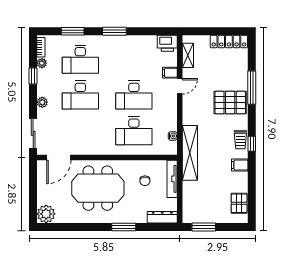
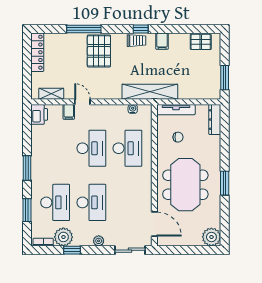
plant: (42, 63) -> (63, 237), width x1.88, depth x1.88
window: (124, 227) -> (225, 183), moved

